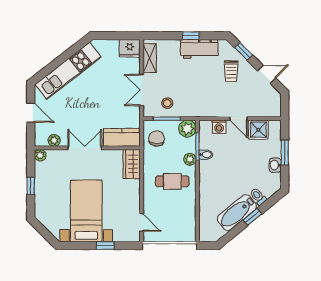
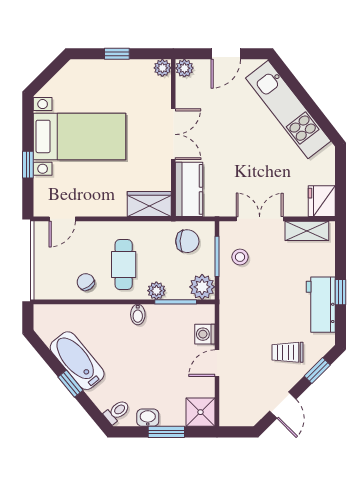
shower: (258, 130) -> (200, 412), moved
plant: (54, 140) -> (184, 68), moved
bidet: (206, 155) -> (138, 314), moved
toilet: (258, 197) -> (117, 412), moved
chair: (184, 207) -> (86, 282), added

